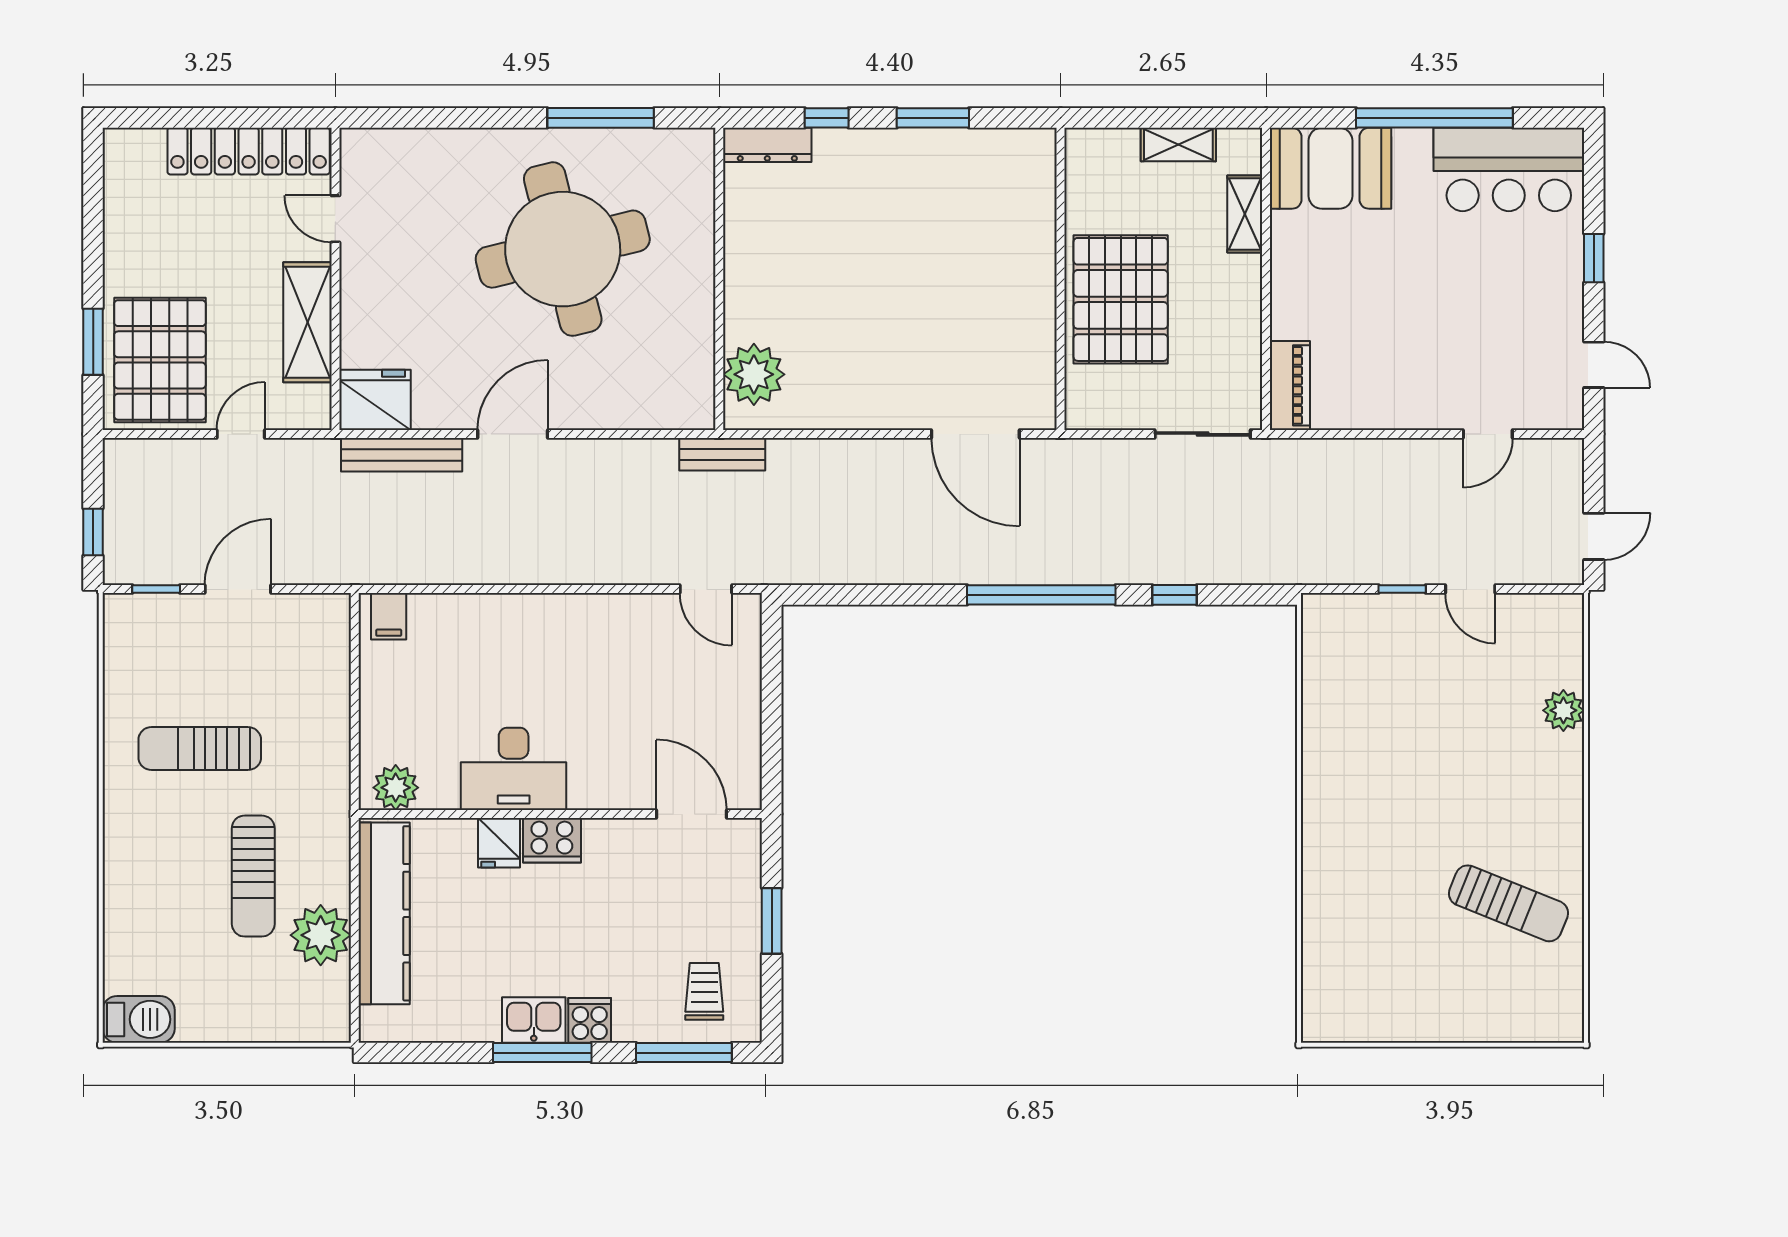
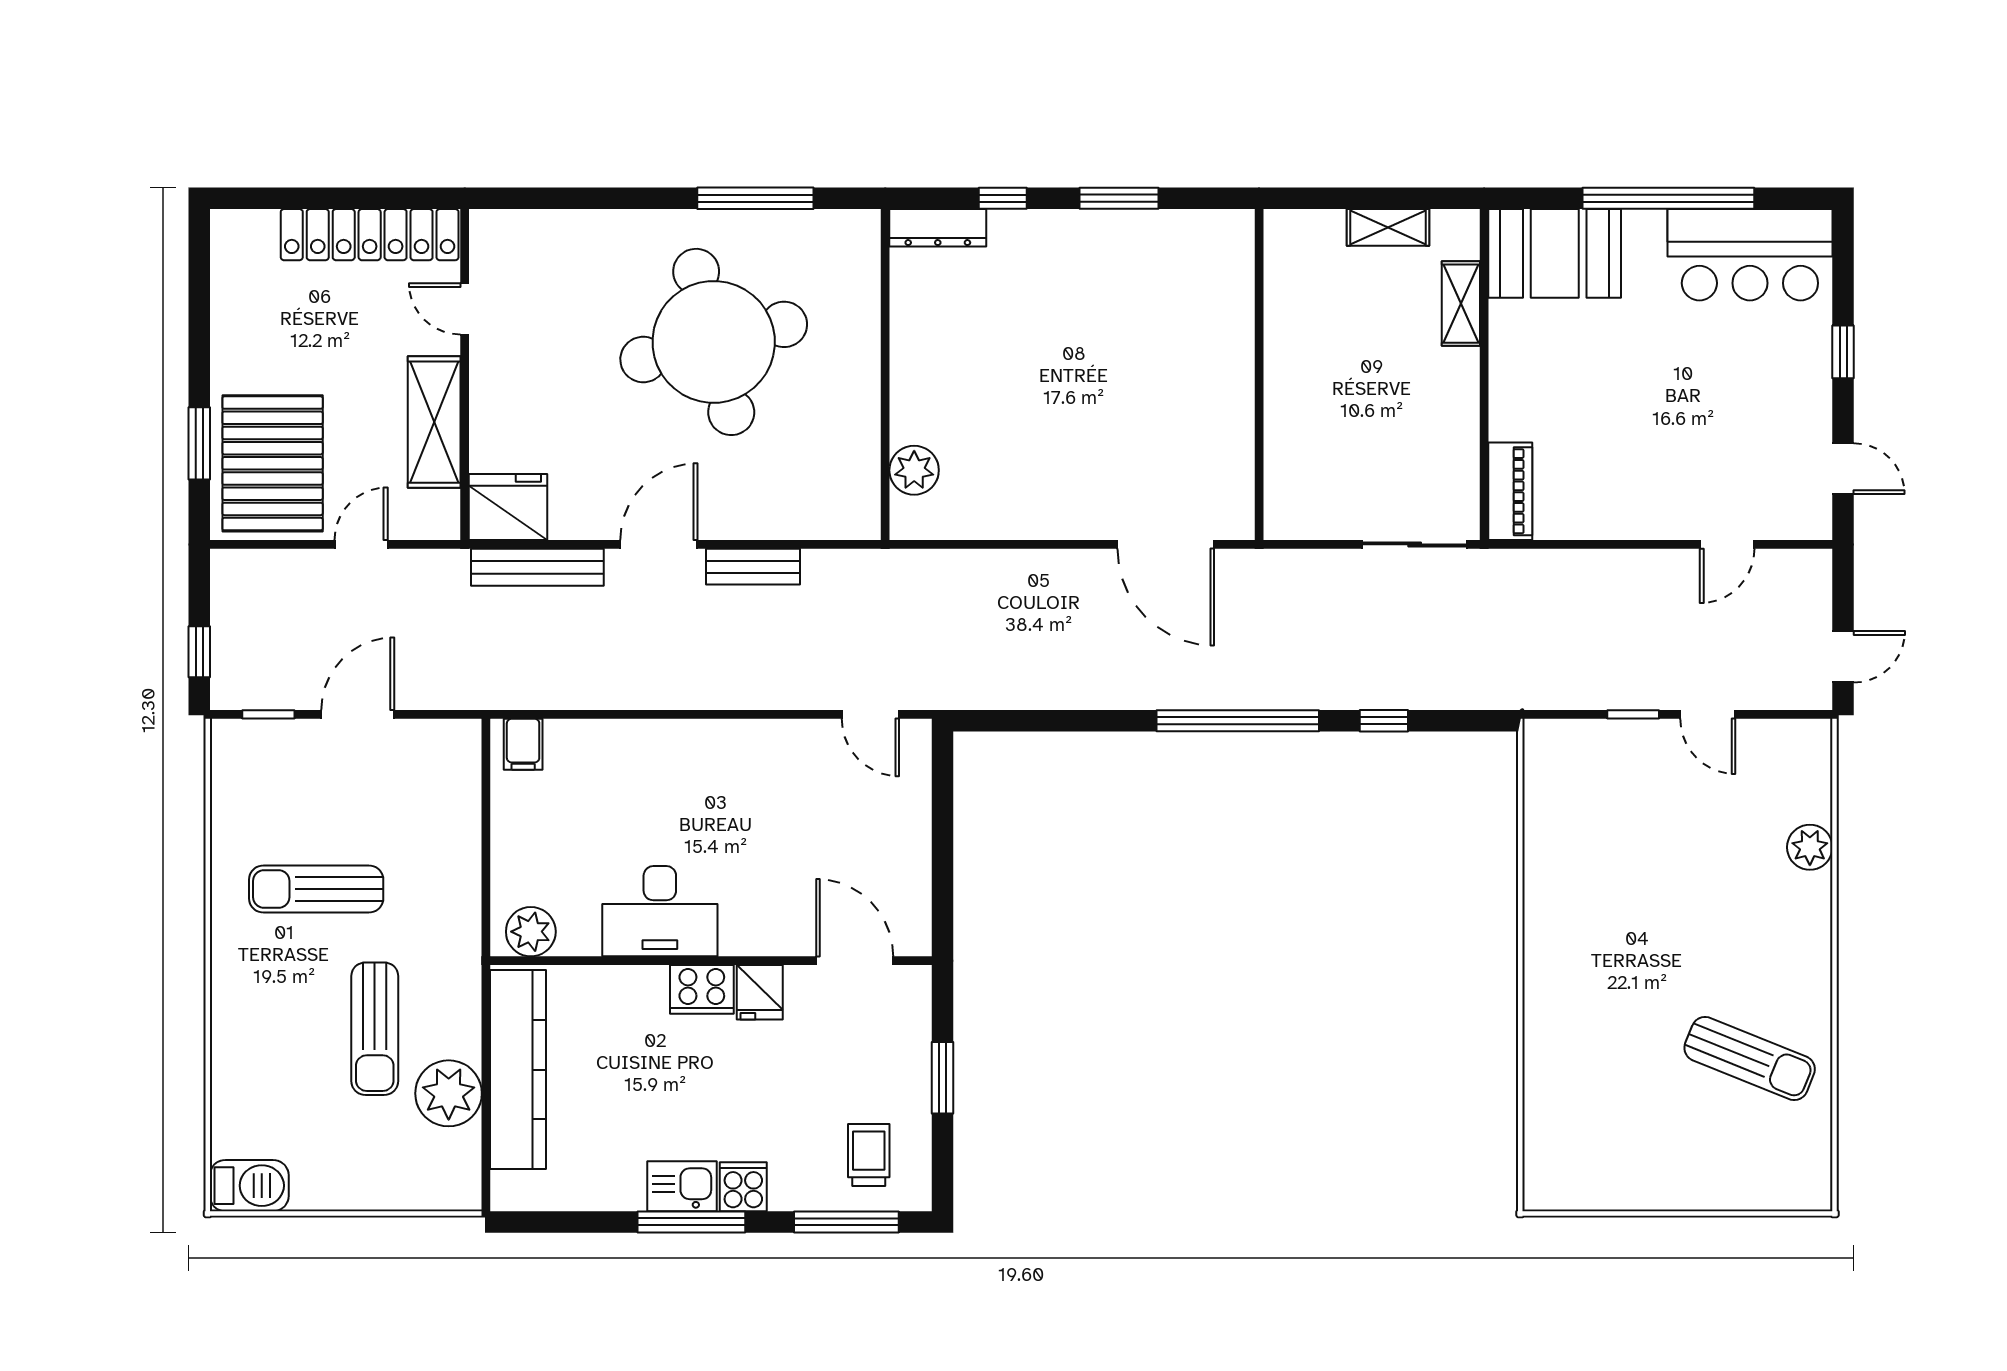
pallet: (1121, 299) -> (1325, 397), removed
plant: (754, 374) -> (914, 470), width x0.73, depth x0.73
bench: (722, 454) -> (753, 567), moved
fridge: (499, 843) -> (760, 992), moved

